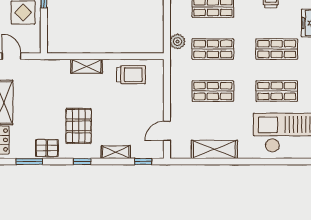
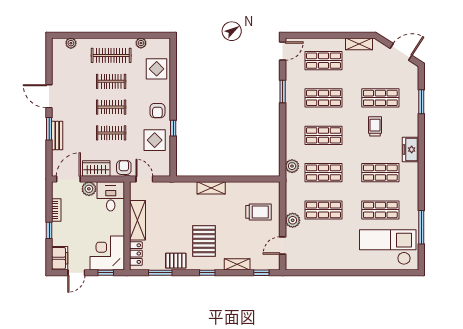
trolley: (131, 75) -> (258, 212), moved
plant: (178, 103) -> (293, 220), added
shelving: (214, 149) -> (325, 262), removed

